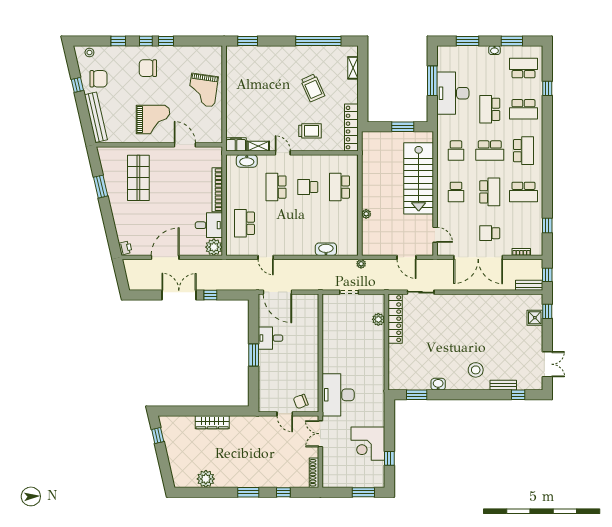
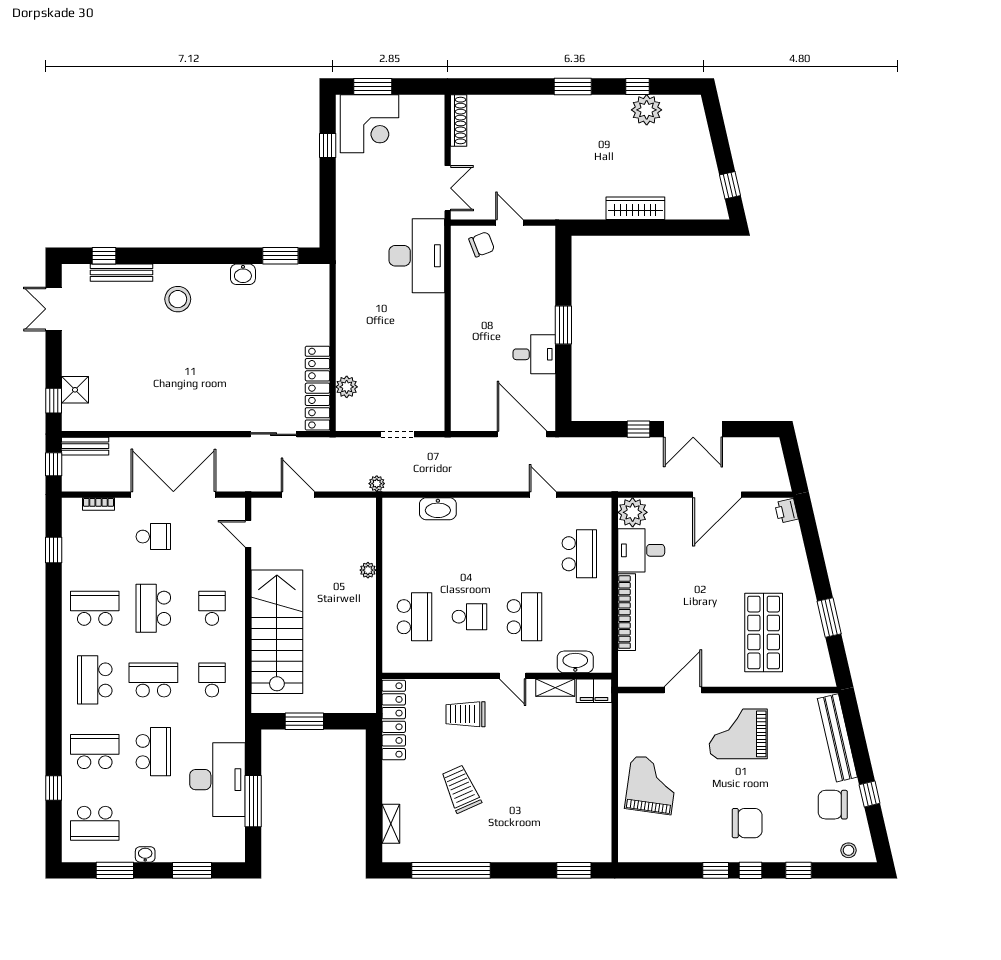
door: (185, 145) -> (683, 690), swing flipped
bench: (503, 385) -> (122, 273), width x1.36
corner desk: (368, 444) -> (369, 124), moved, turned 90
window: (283, 492) -> (637, 87), moved

